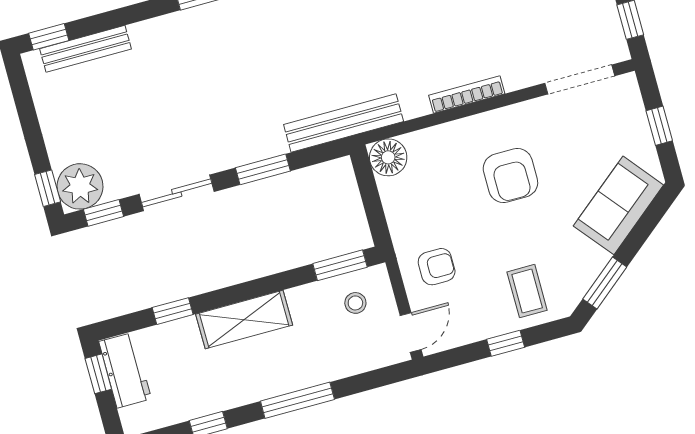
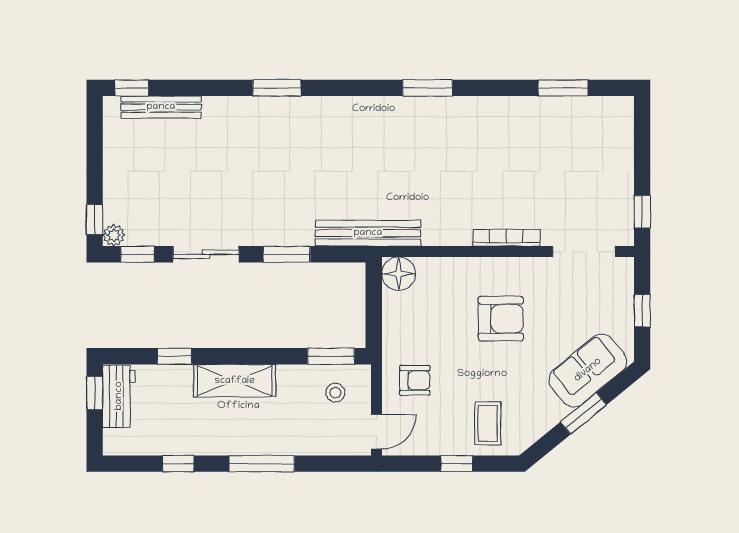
bookcase: (467, 94) -> (506, 238), moved
armchair: (510, 176) -> (501, 319), turned -90
plant: (80, 186) -> (114, 235), width x0.53, depth x0.53
window: (605, 283) -> (583, 413), moved

